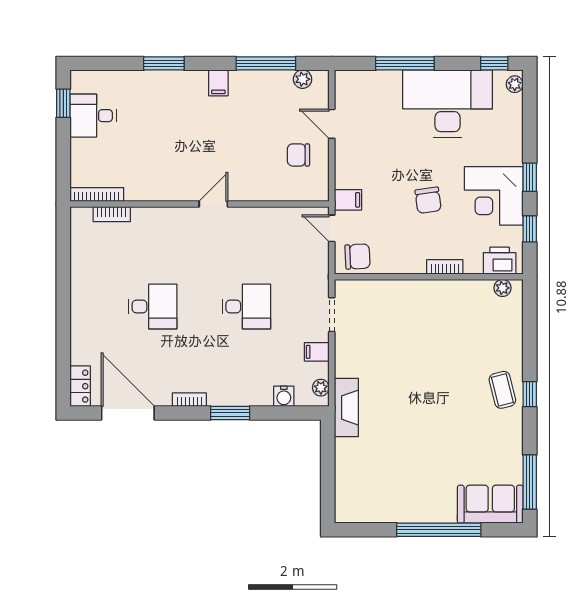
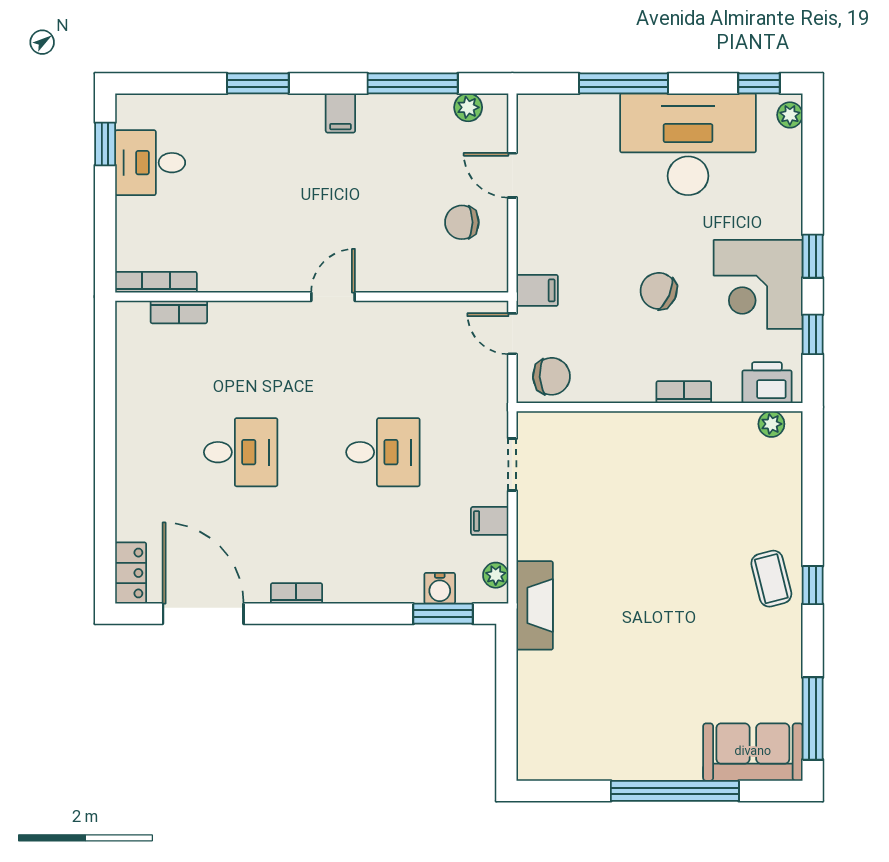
chair: (428, 200) -> (659, 291), turned 122
window: (230, 413) -> (443, 614), moved

